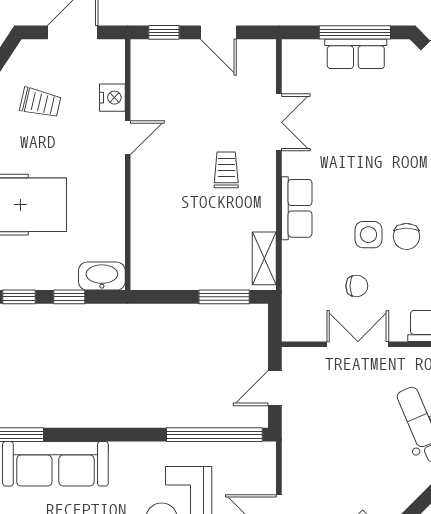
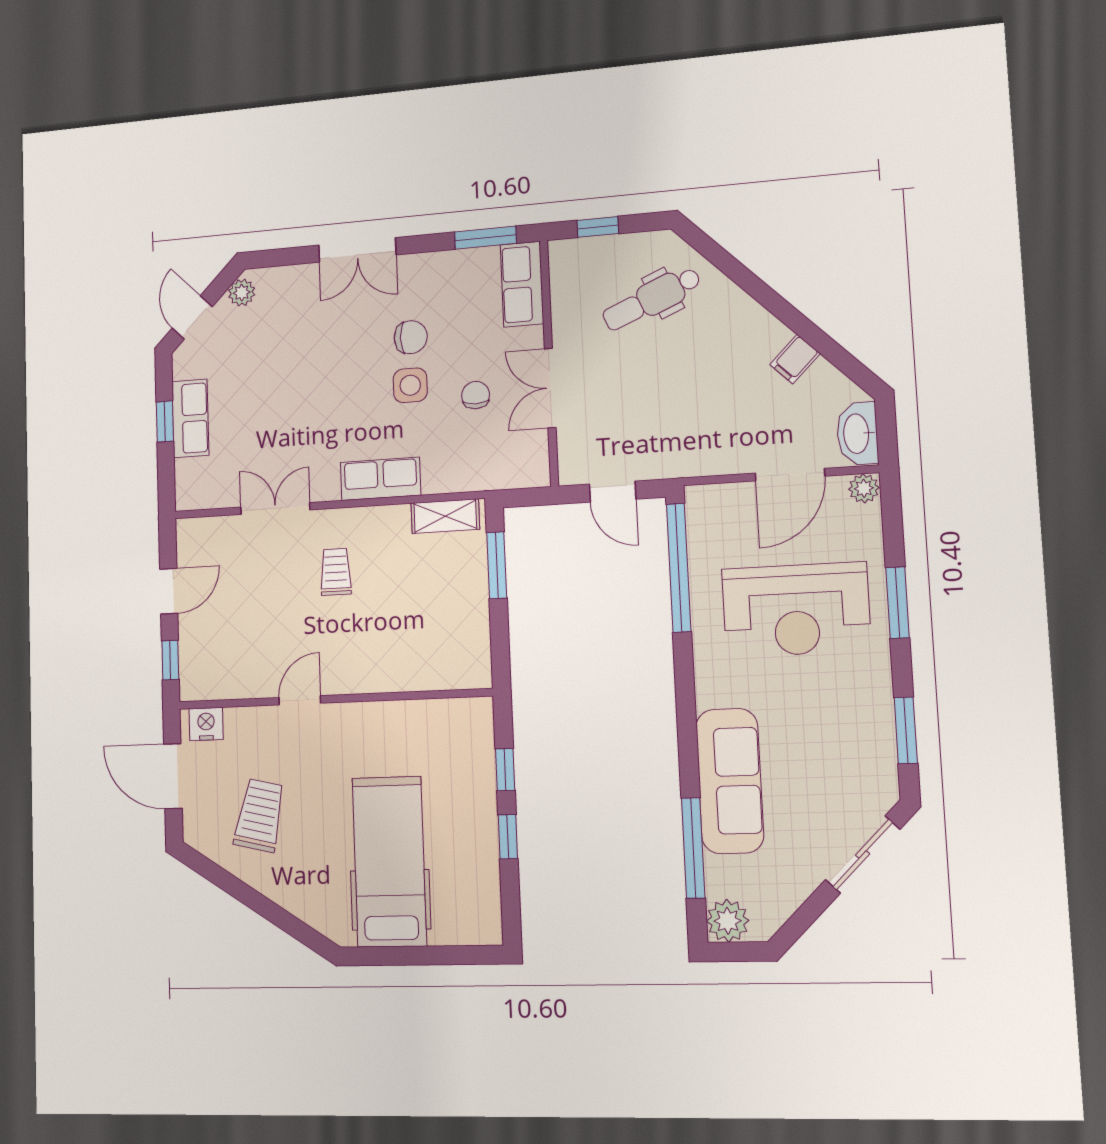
window: (355, 32) -> (165, 421), width x0.46
nightstand: (112, 98) -> (206, 724), moved
trolley: (40, 103) -> (260, 815), width x1.36, depth x1.39
door: (128, 138) -> (300, 700), hinge flipped
trolley: (226, 170) -> (336, 572), turned 90
washbasin: (102, 276) -> (476, 727), removed

